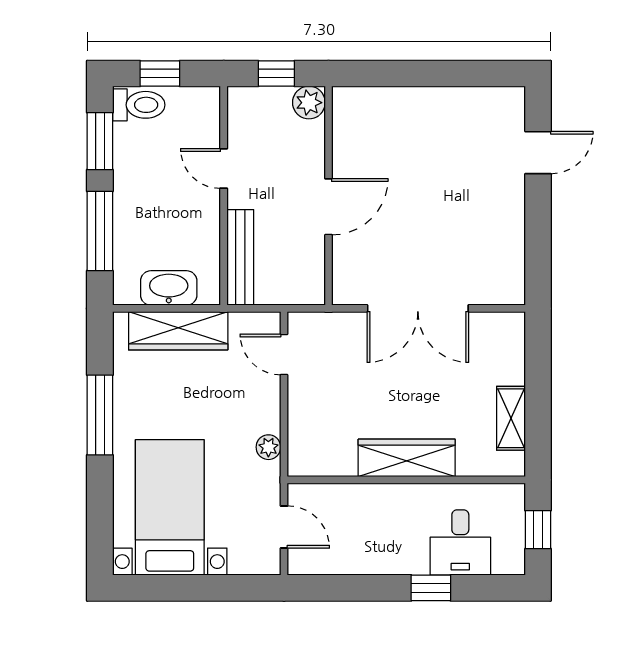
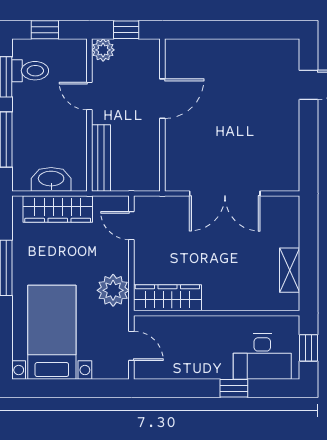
plant: (309, 103) -> (103, 50), moved
toilet: (139, 105) -> (30, 71), moved
door: (328, 207) -> (162, 99), moved
plant: (268, 447) -> (113, 290), width x1.87, depth x1.87
wardrobe: (407, 458) -> (167, 298), moved
desk: (460, 542) -> (262, 357), width x1.37

